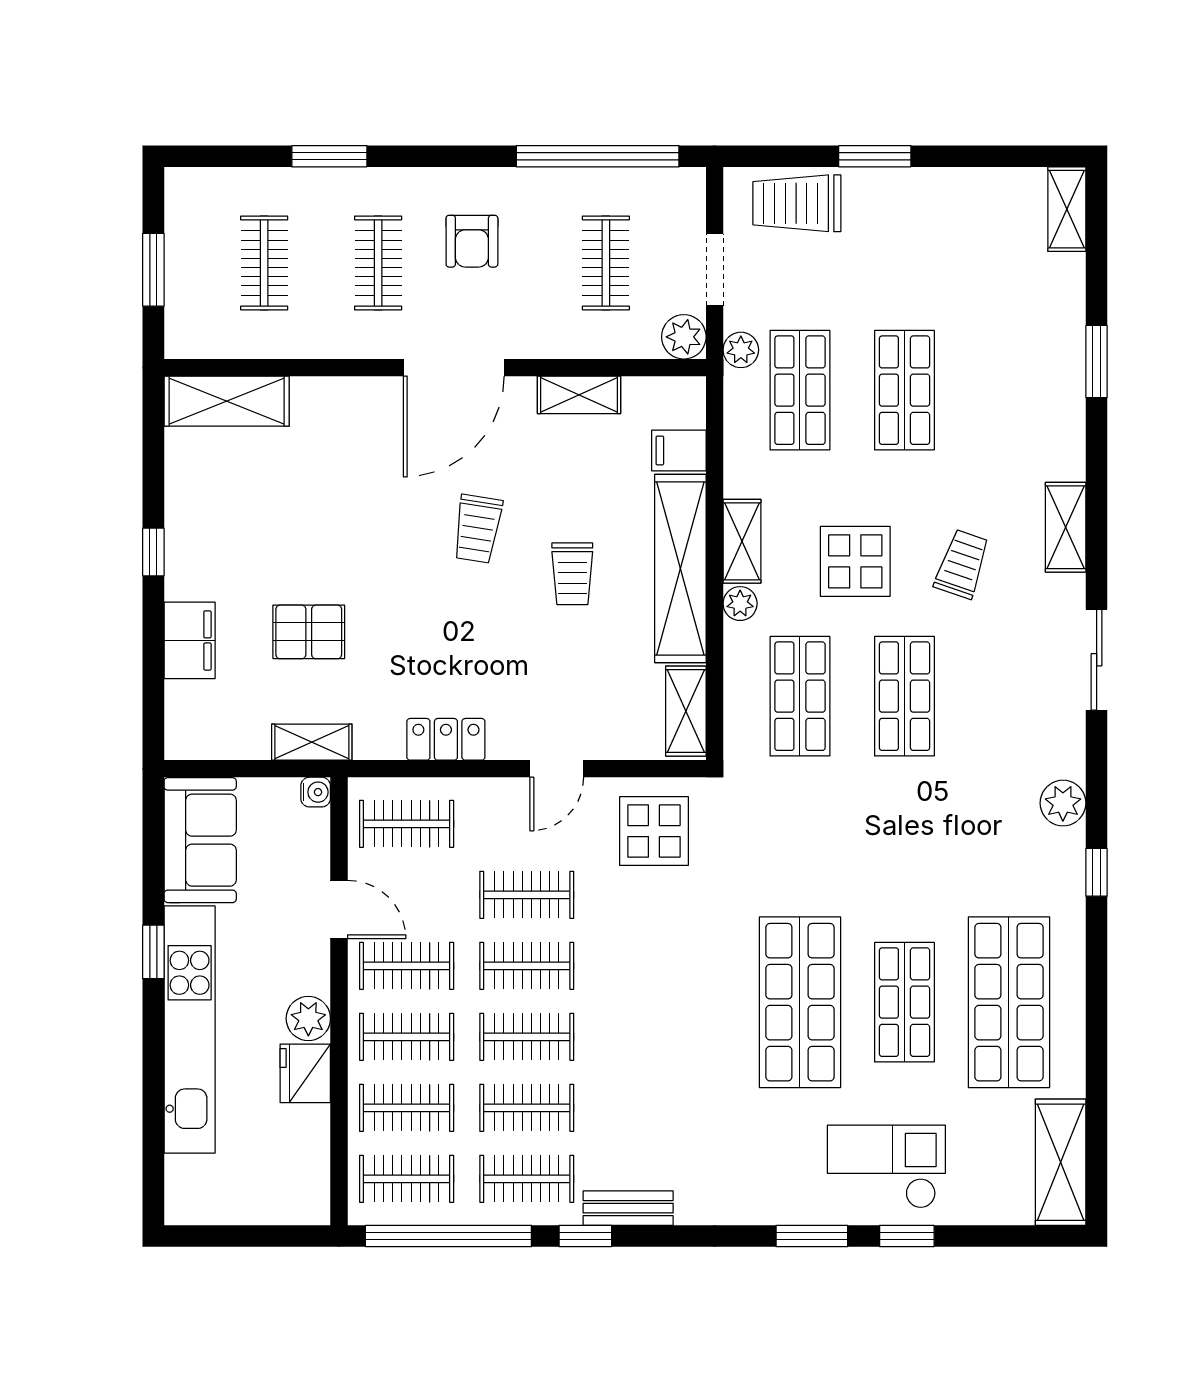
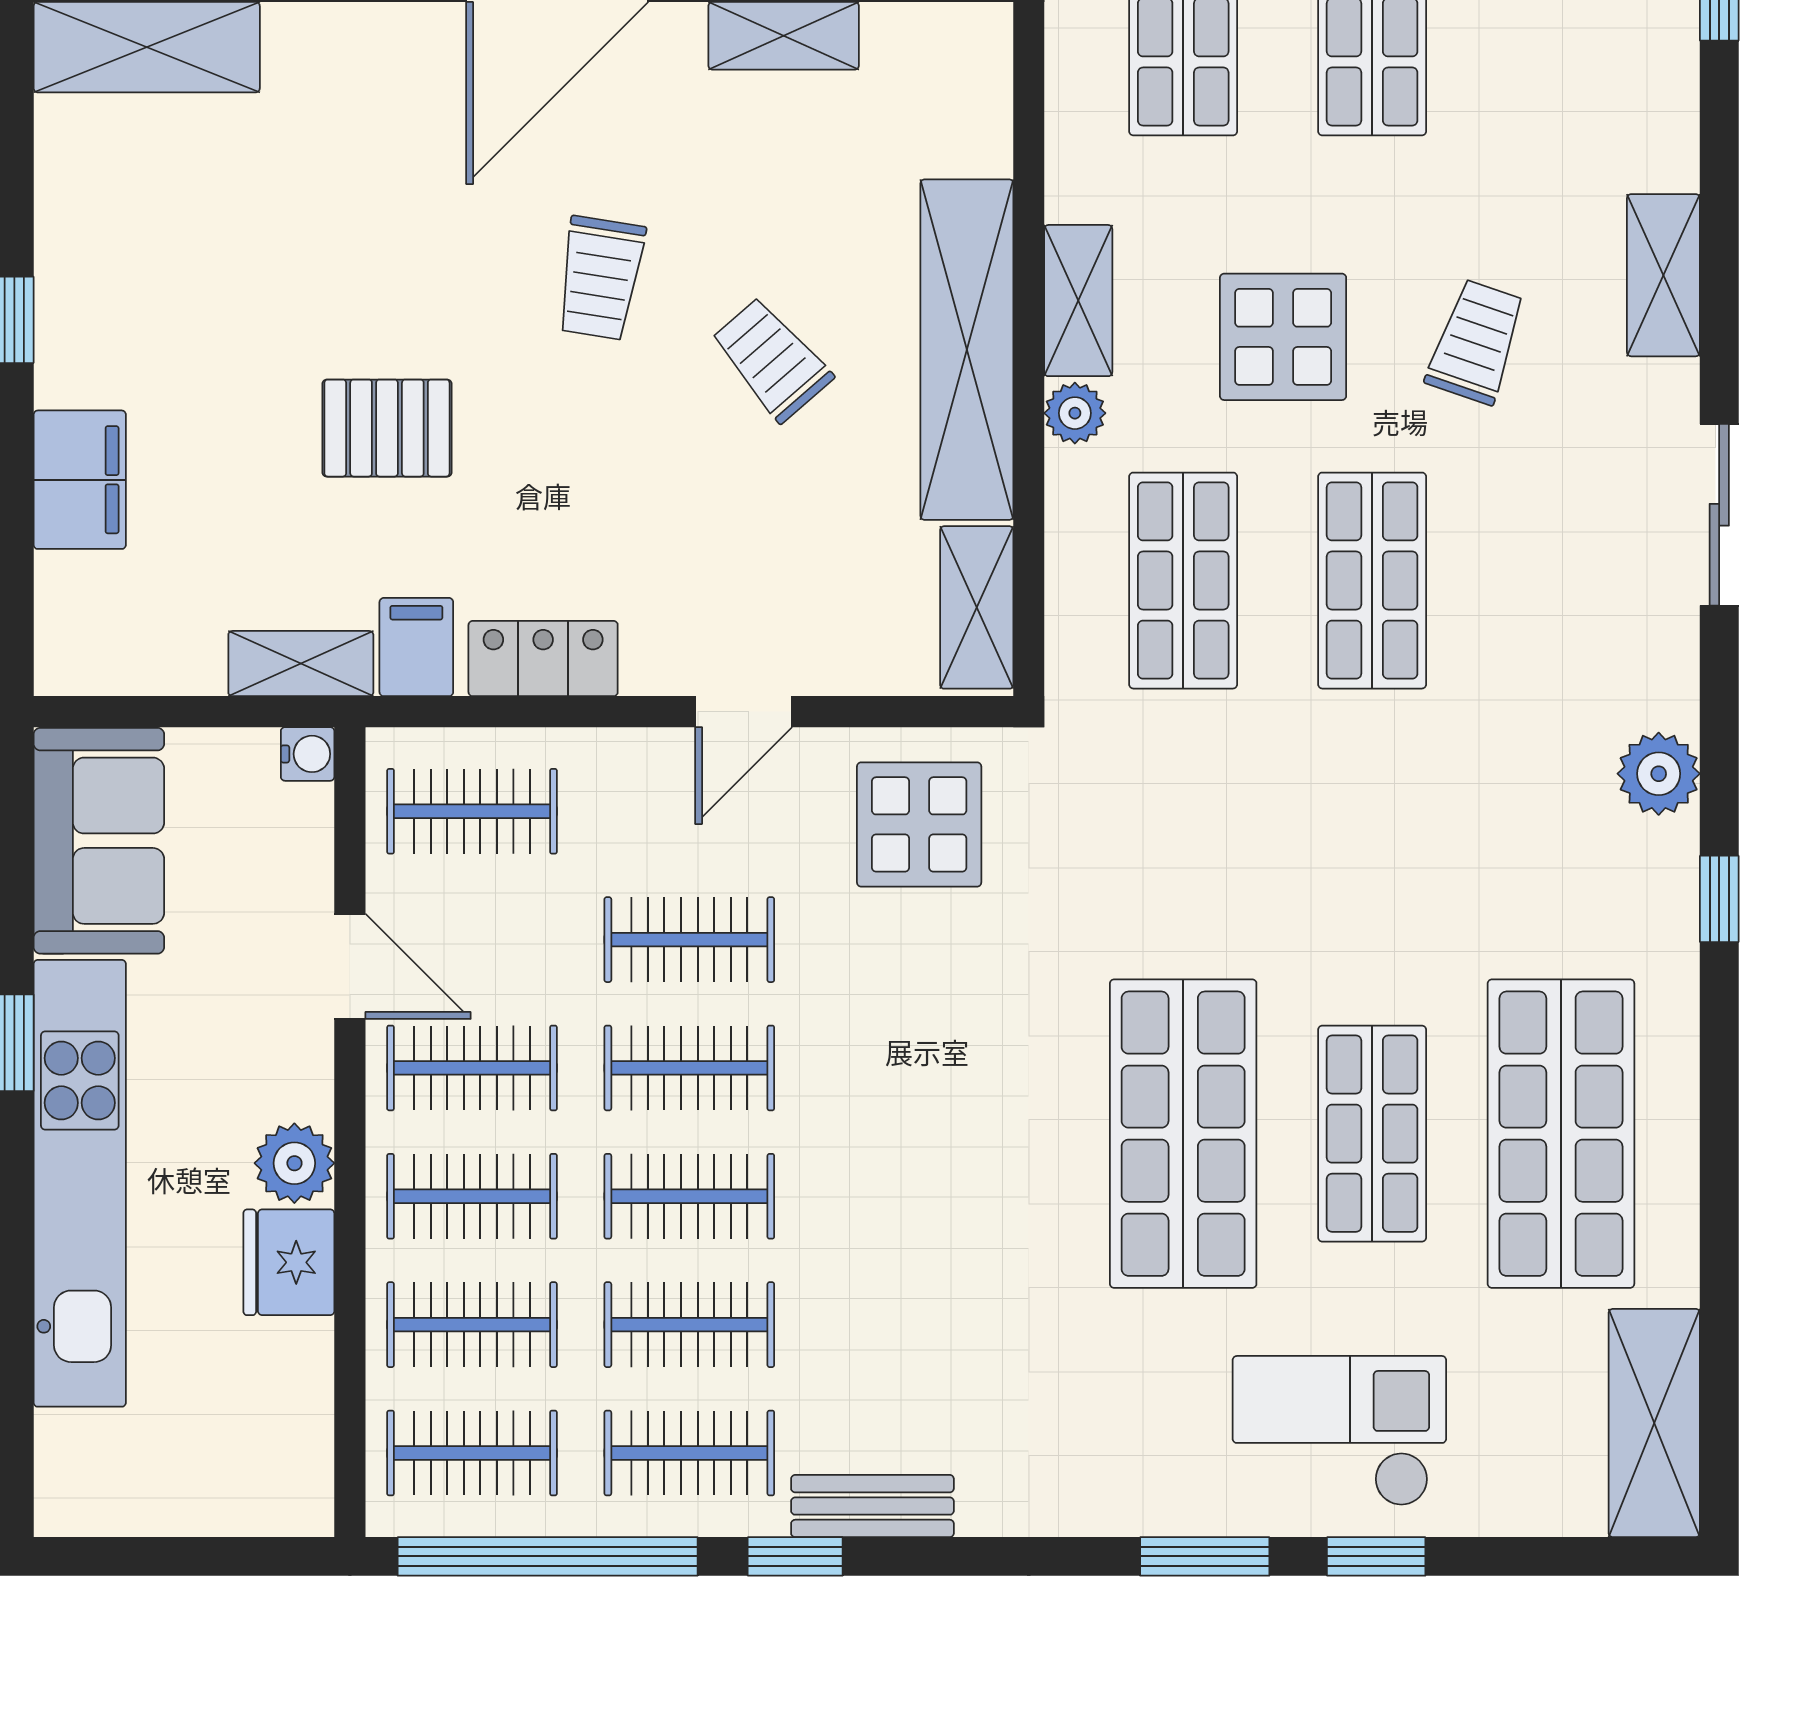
filing cabinet: (679, 450) -> (416, 647), moved, turned 90
trolley: (572, 574) -> (772, 359), turned 139
pallet: (309, 632) -> (387, 428), moved

